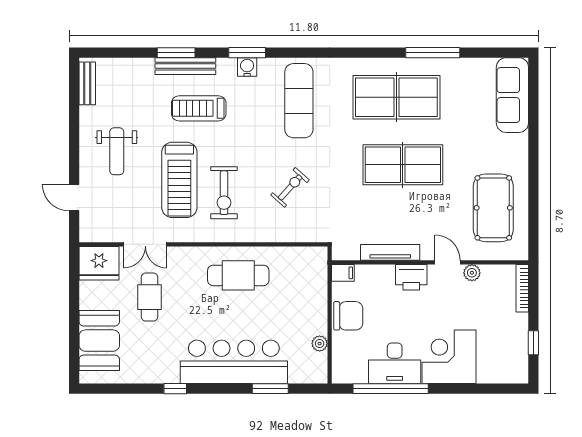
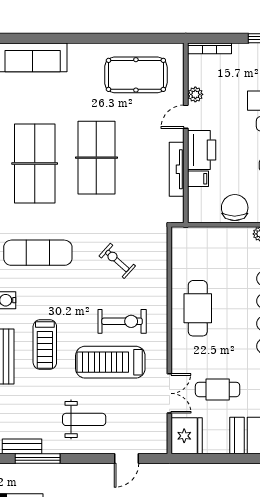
window: (74, 100) -> (38, 459), added
treadmill: (179, 180) -> (110, 362), turned 180
filing cabinet: (343, 273) -> (198, 179), moved, turned 90
printer: (411, 277) -> (202, 150), width x1.37, depth x1.19

